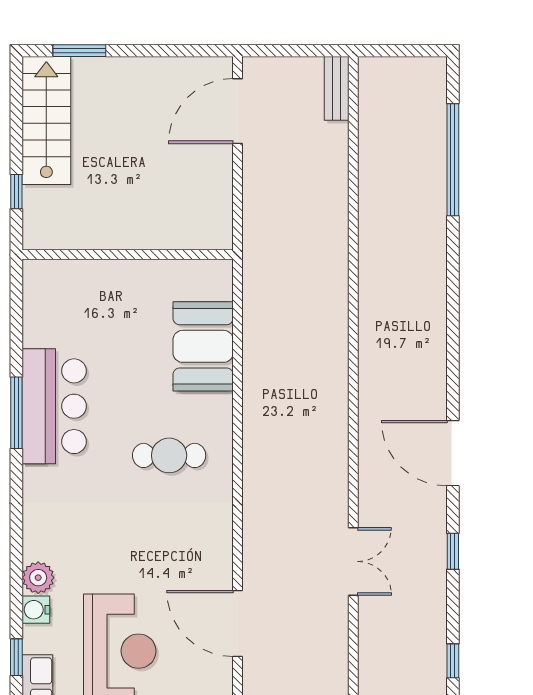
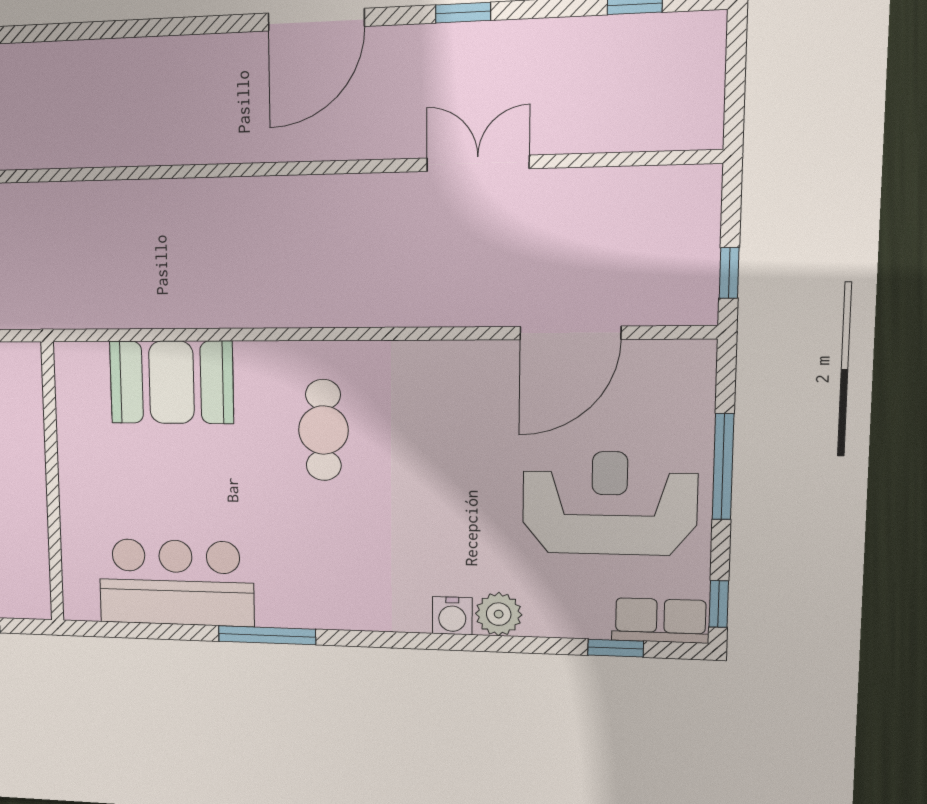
bar counter: (54, 406) -> (176, 582), moved
water cooler: (36, 610) -> (452, 616), moved

